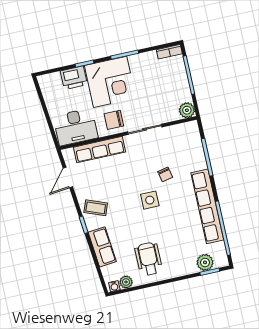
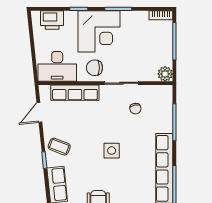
printer: (74, 78) -> (52, 20), moved
chair: (165, 174) -> (135, 109), moved

